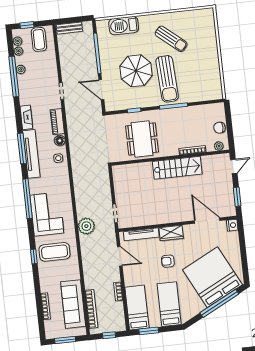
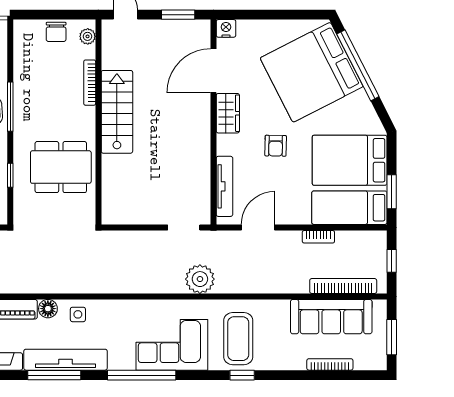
wardrobe: (171, 233) -> (228, 113), moved
bed: (169, 304) -> (350, 160), width x1.50

